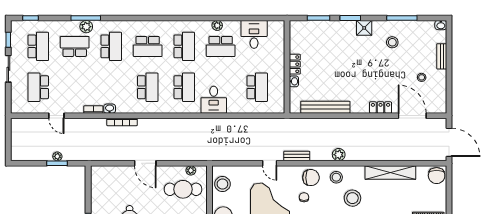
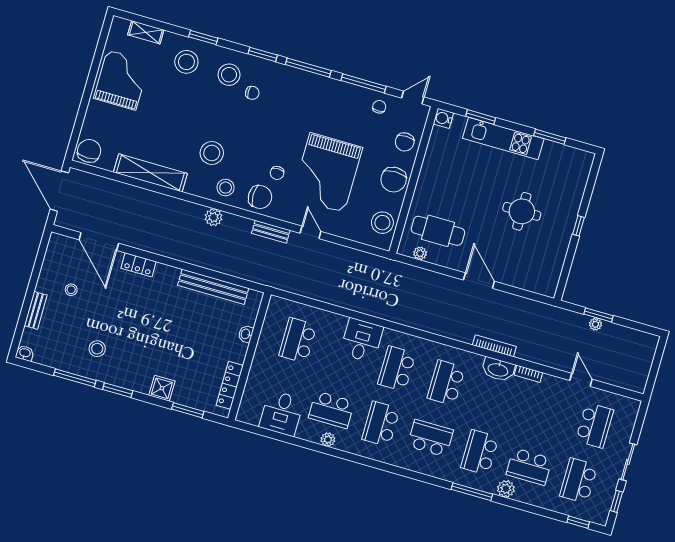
window: (86, 18) -> (472, 492), moved
window: (350, 18) -> (118, 390), moved
shower: (364, 28) -> (162, 388), moved
school desk: (221, 46) -> (331, 410), turned 180
locker: (295, 64) -> (230, 385), moved, width x1.53
washbasin: (110, 109) -> (498, 369), width x1.91, depth x1.45
chair: (311, 178) -> (260, 197), turned 180

